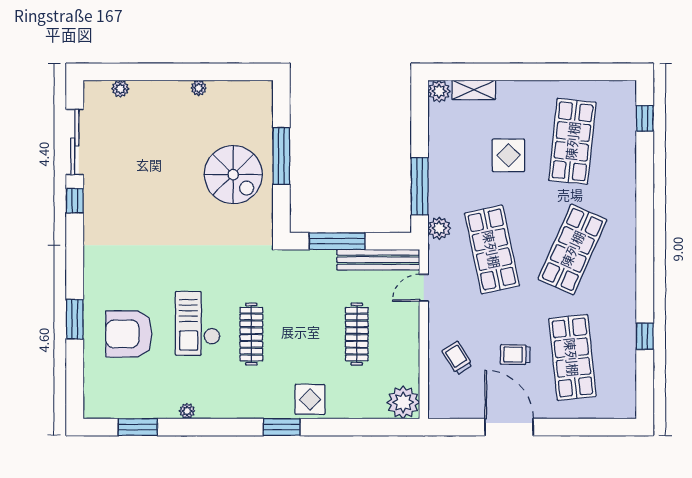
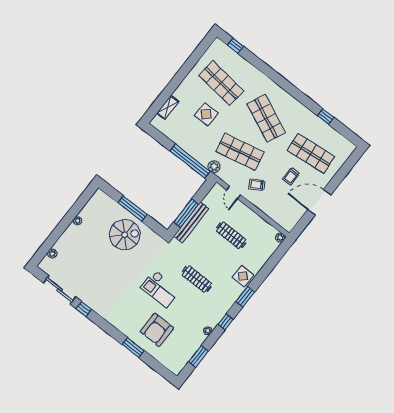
plant: (439, 91) -> (157, 122), removed
window: (420, 186) -> (190, 161), width x1.46
bench: (378, 260) -> (191, 222), moved
checkout: (198, 323) -> (160, 289), moved
trolley: (457, 358) -> (257, 185), moved
plant: (403, 402) -> (280, 238), width x0.53, depth x0.53
window: (221, 427) -> (226, 322), added

